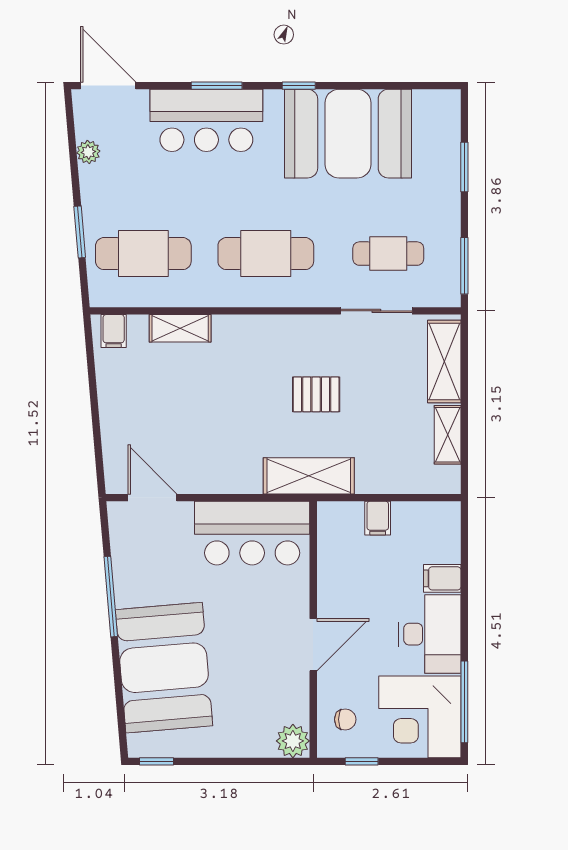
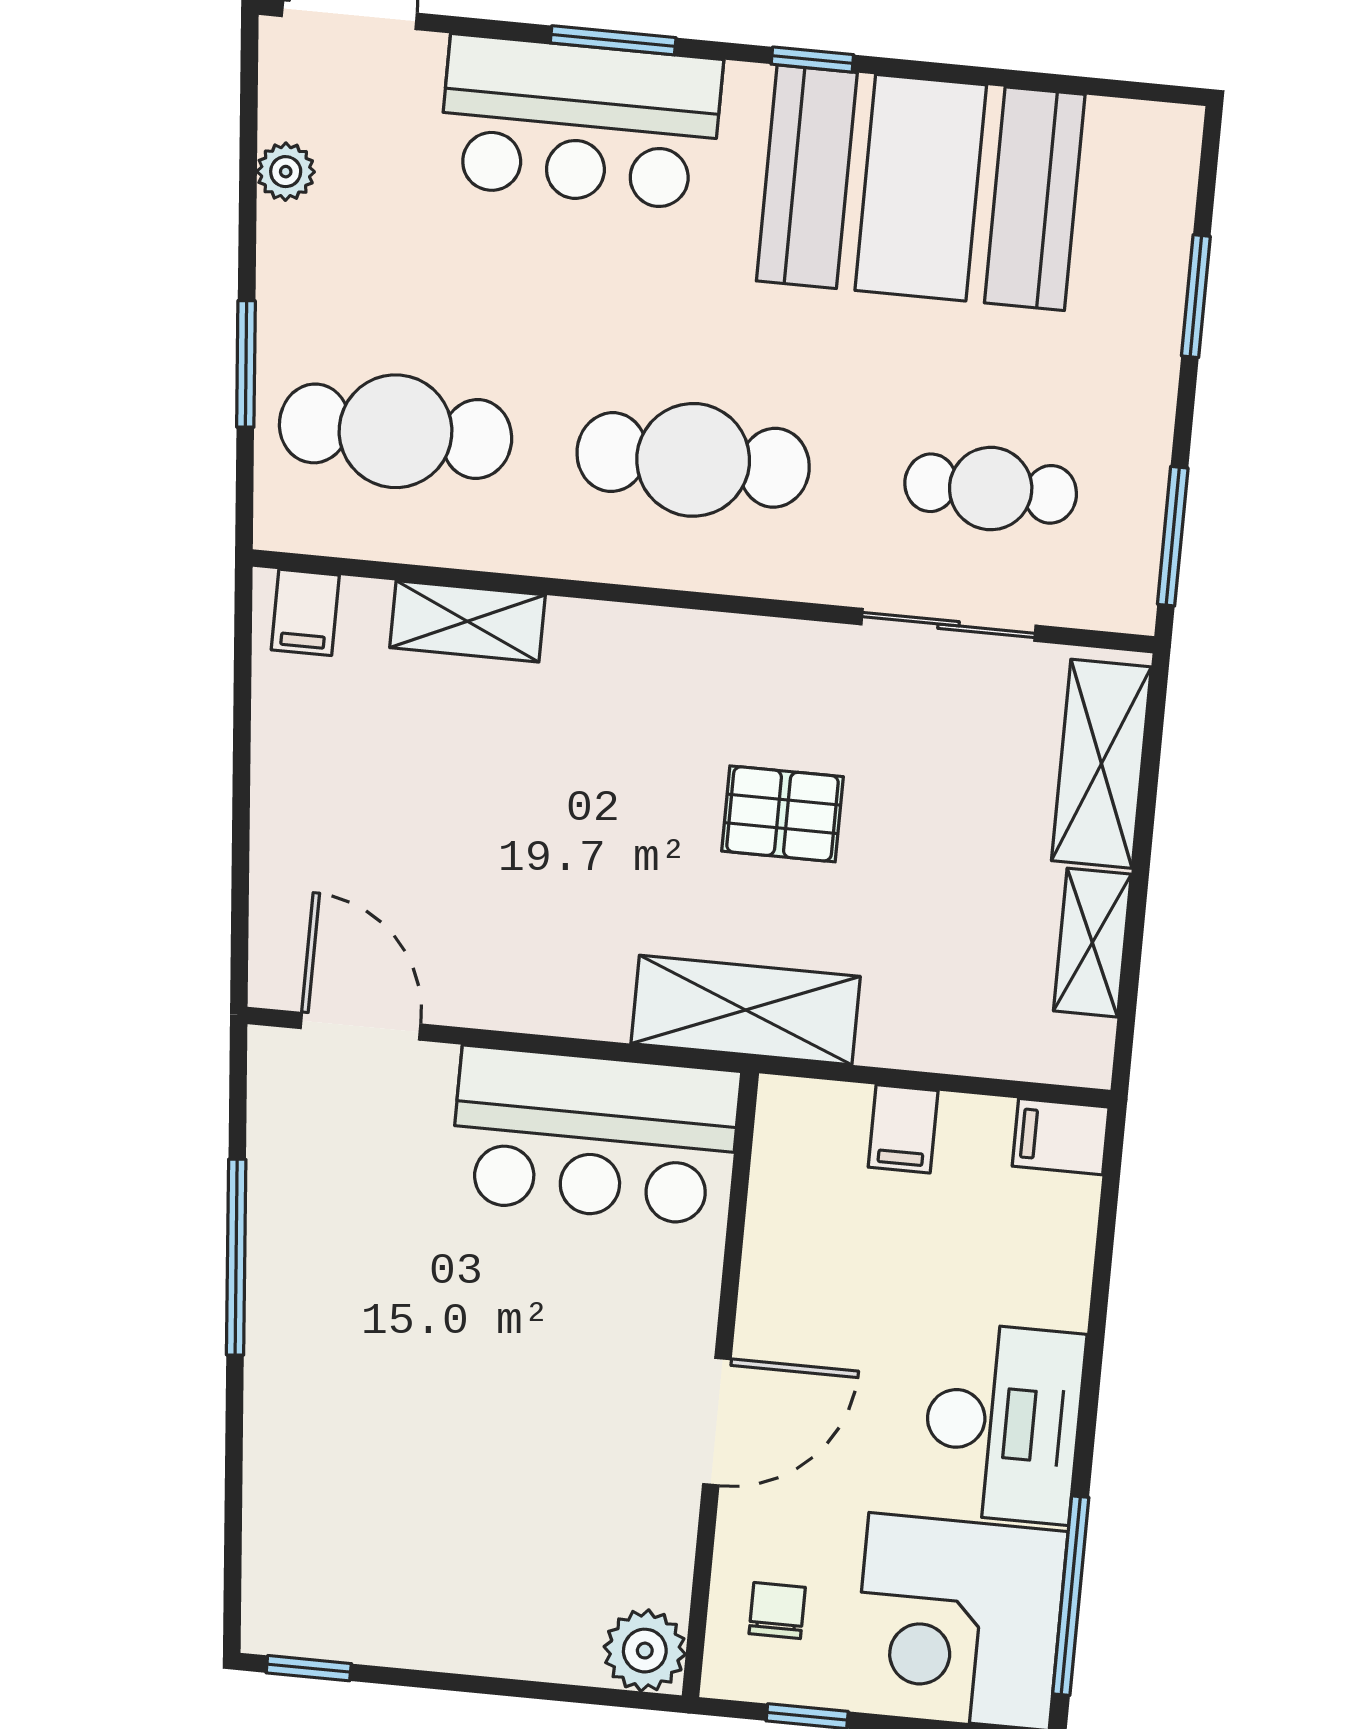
filing cabinet: (442, 578) -> (1061, 1137), moved
booth: (164, 668) -> (349, 1442), removed
chair: (345, 719) -> (777, 1611), turned -90

